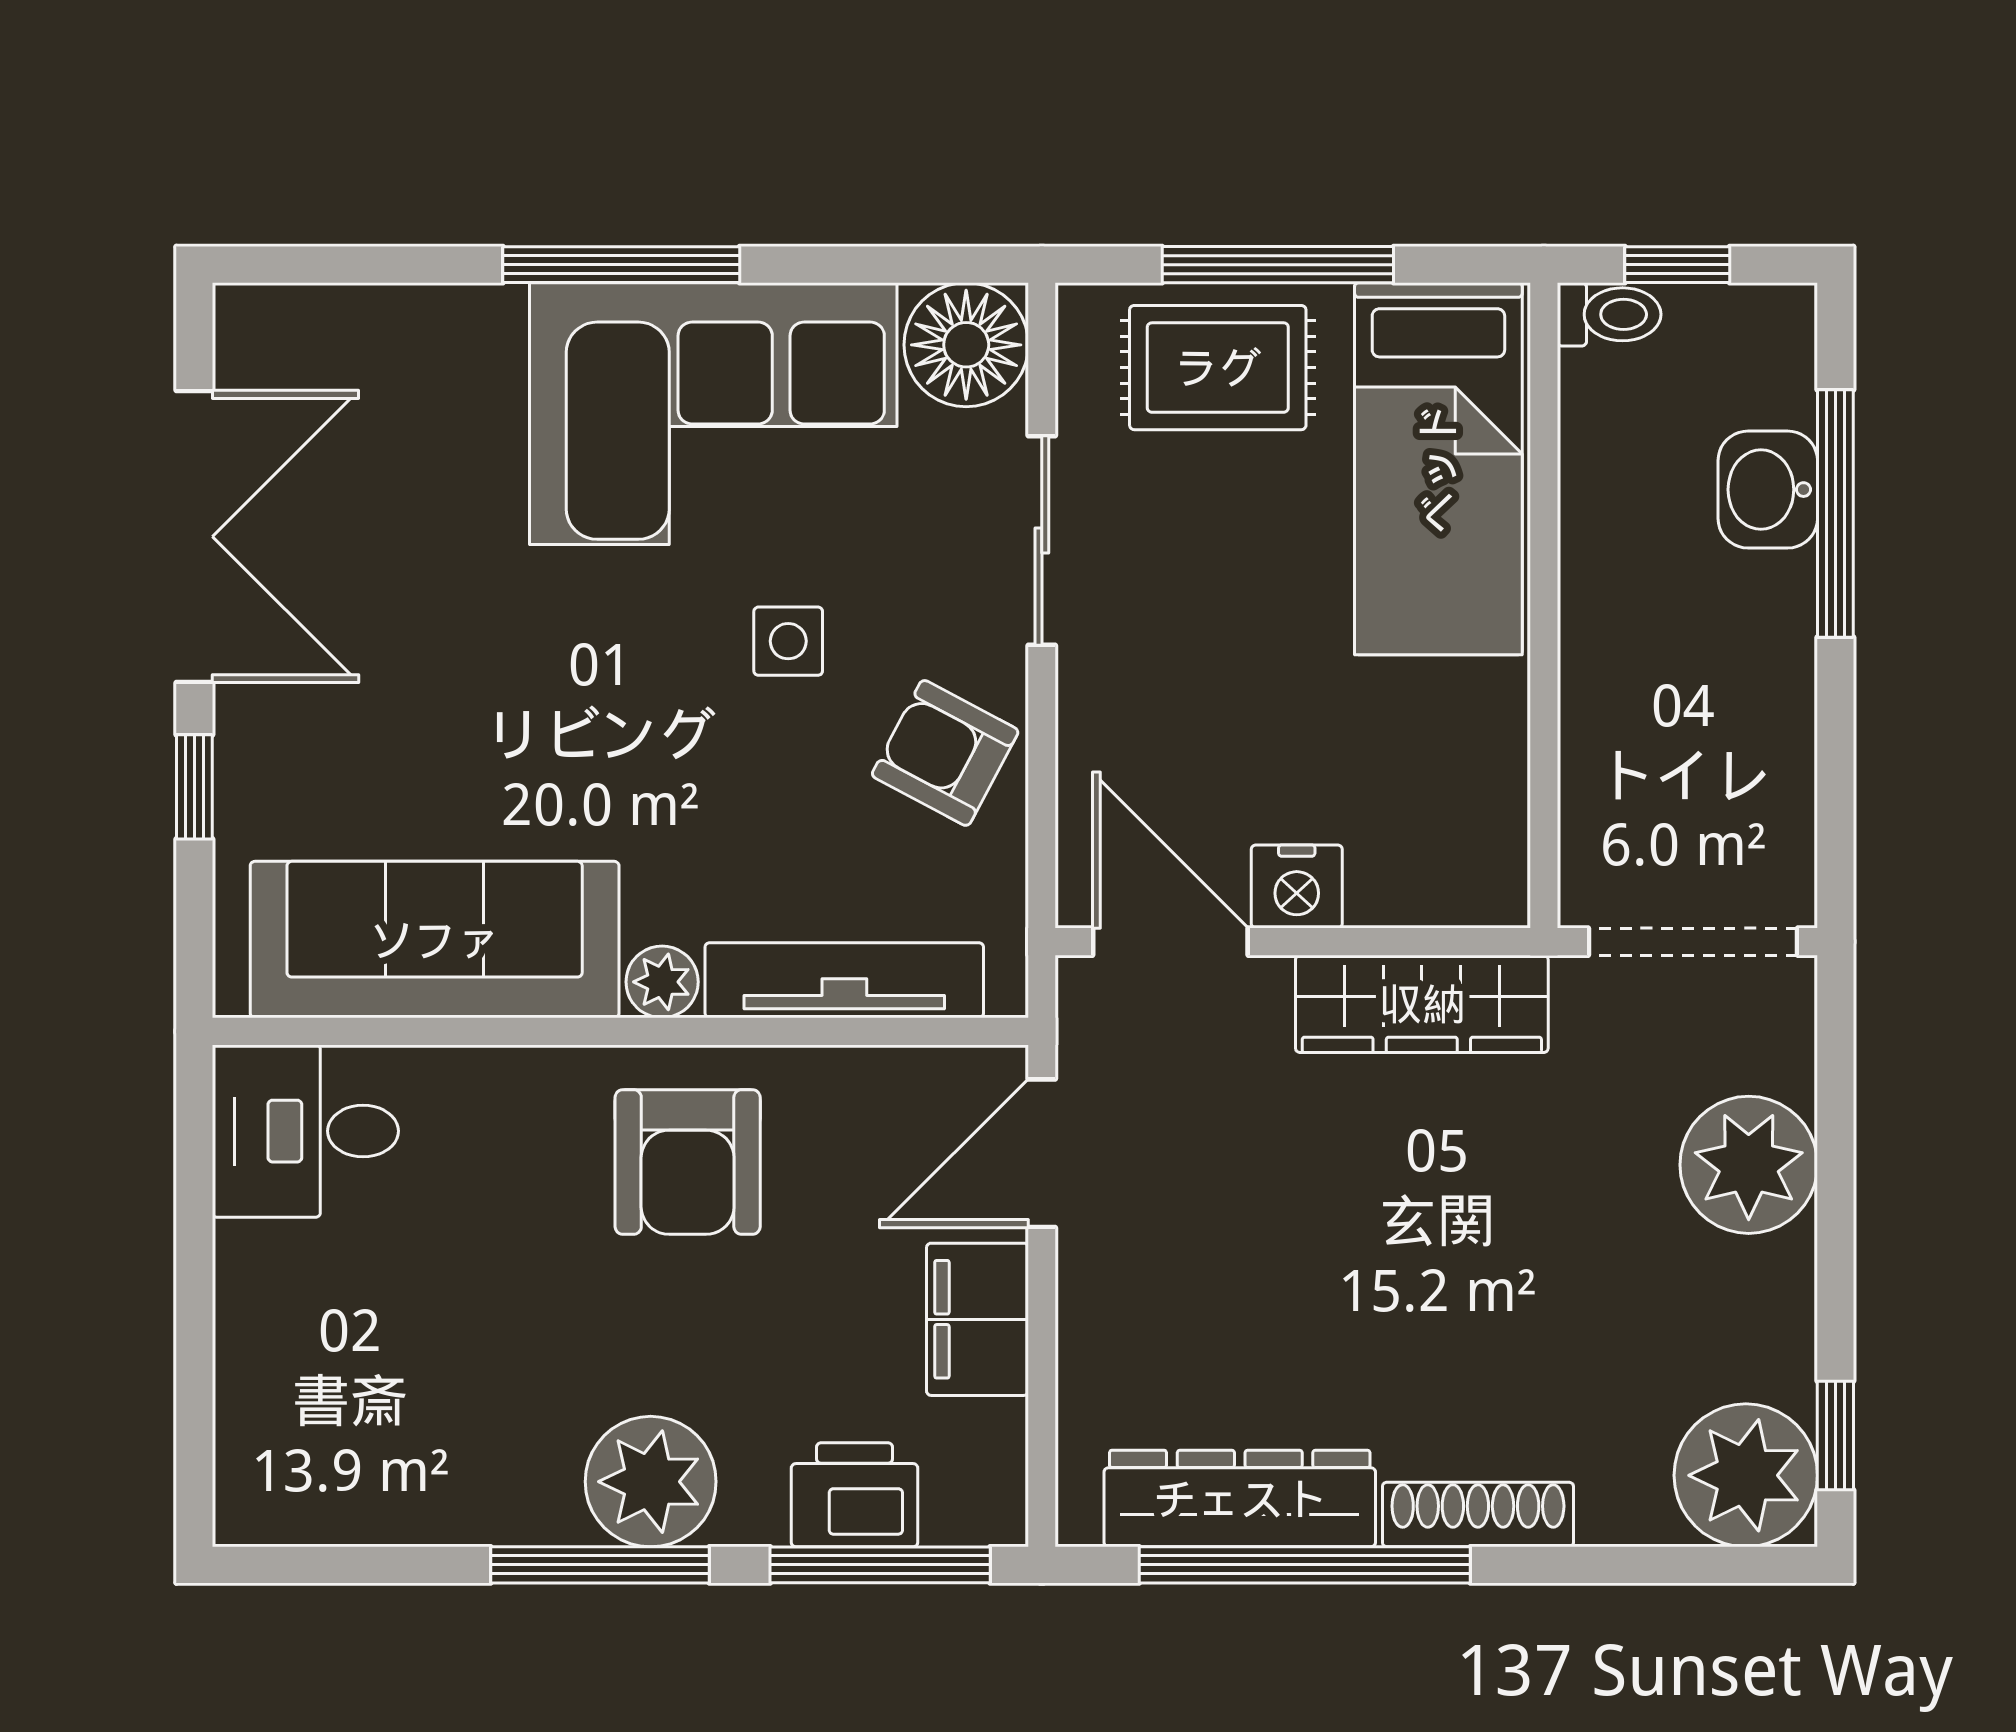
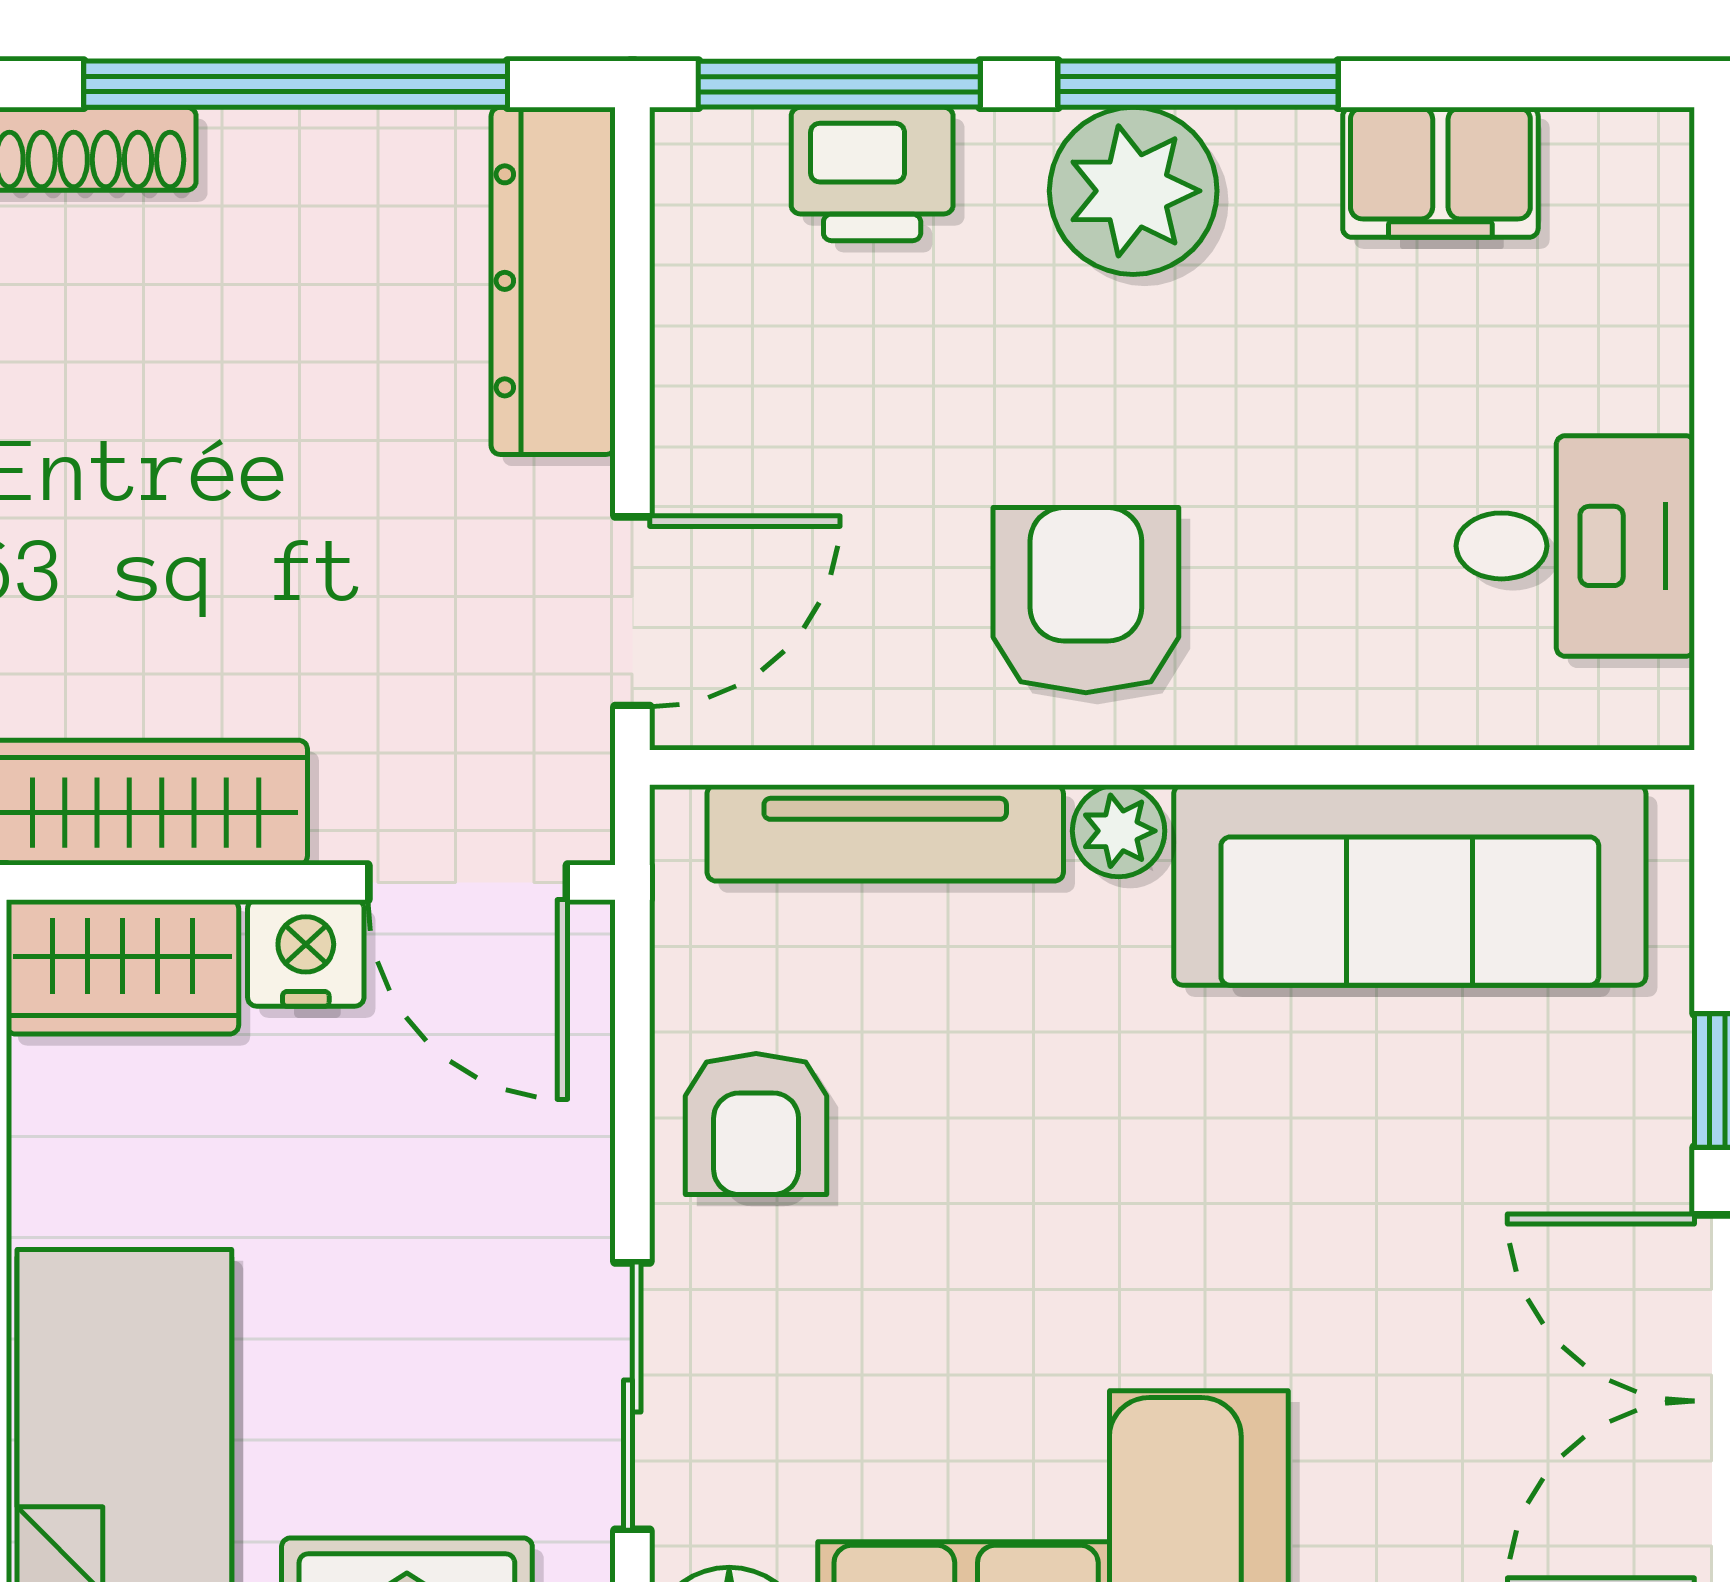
side table: (788, 641) -> (957, 1267), removed
armchair: (945, 753) -> (756, 1124), turned 62
wardrobe: (1440, 876) -> (123, 967), added
desk: (305, 1131) -> (1575, 546), moved
filing cabinet: (977, 1319) -> (1440, 172), moved, turned 90
dresser: (1240, 1499) -> (553, 281), moved, turned 90

